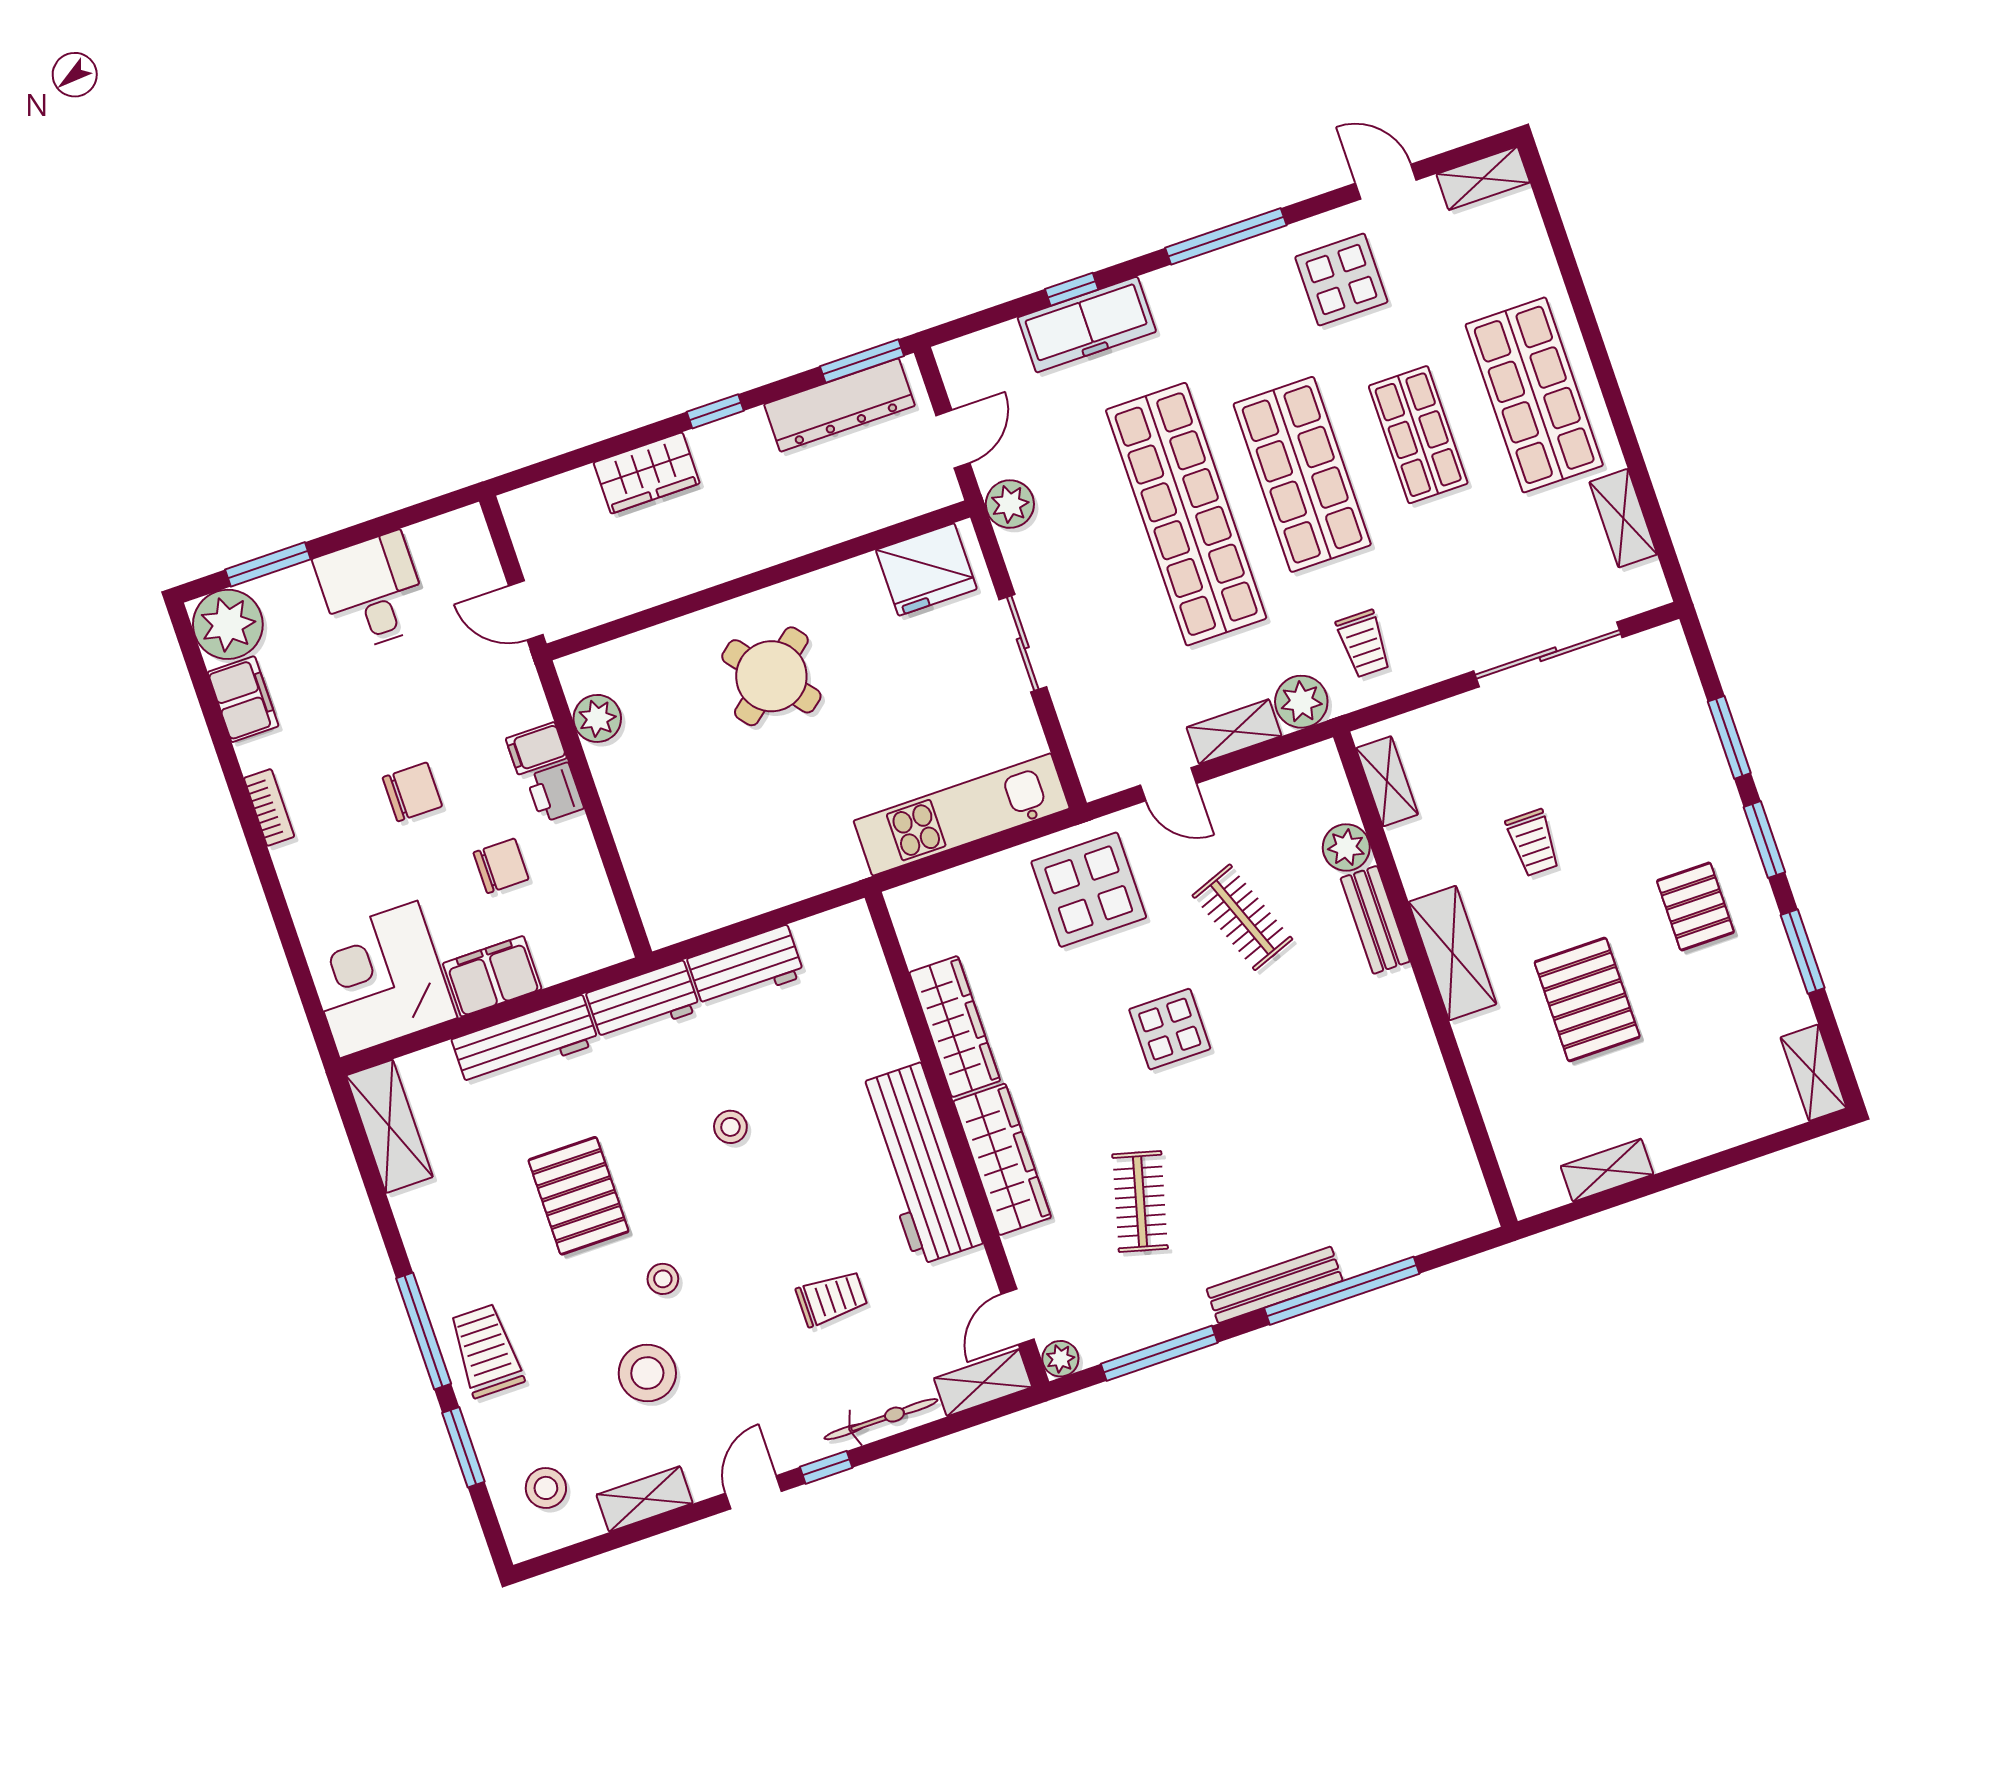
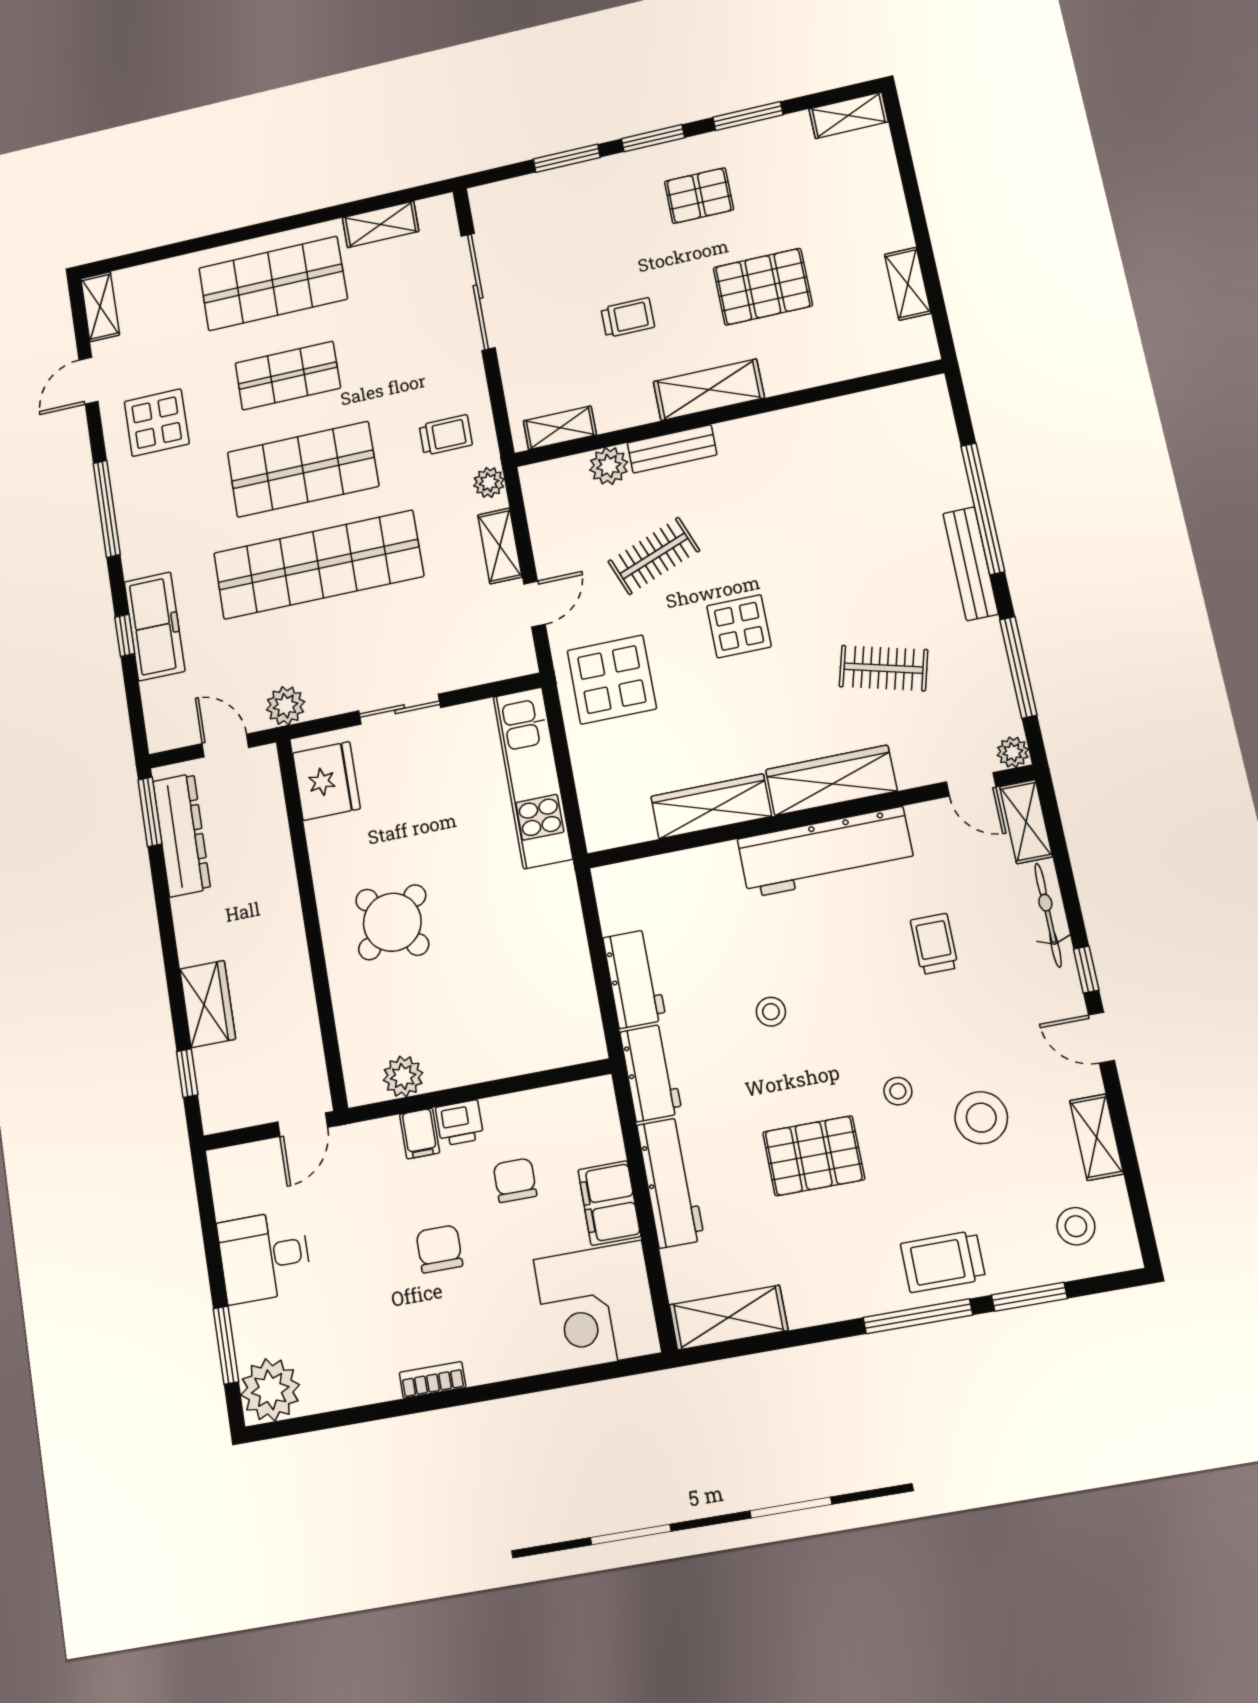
window: (715, 411) -> (187, 1073), moved
filing cabinet: (243, 699) -> (336, 1387), removed
plant: (1301, 702) -> (489, 482), width x0.73, depth x0.73

